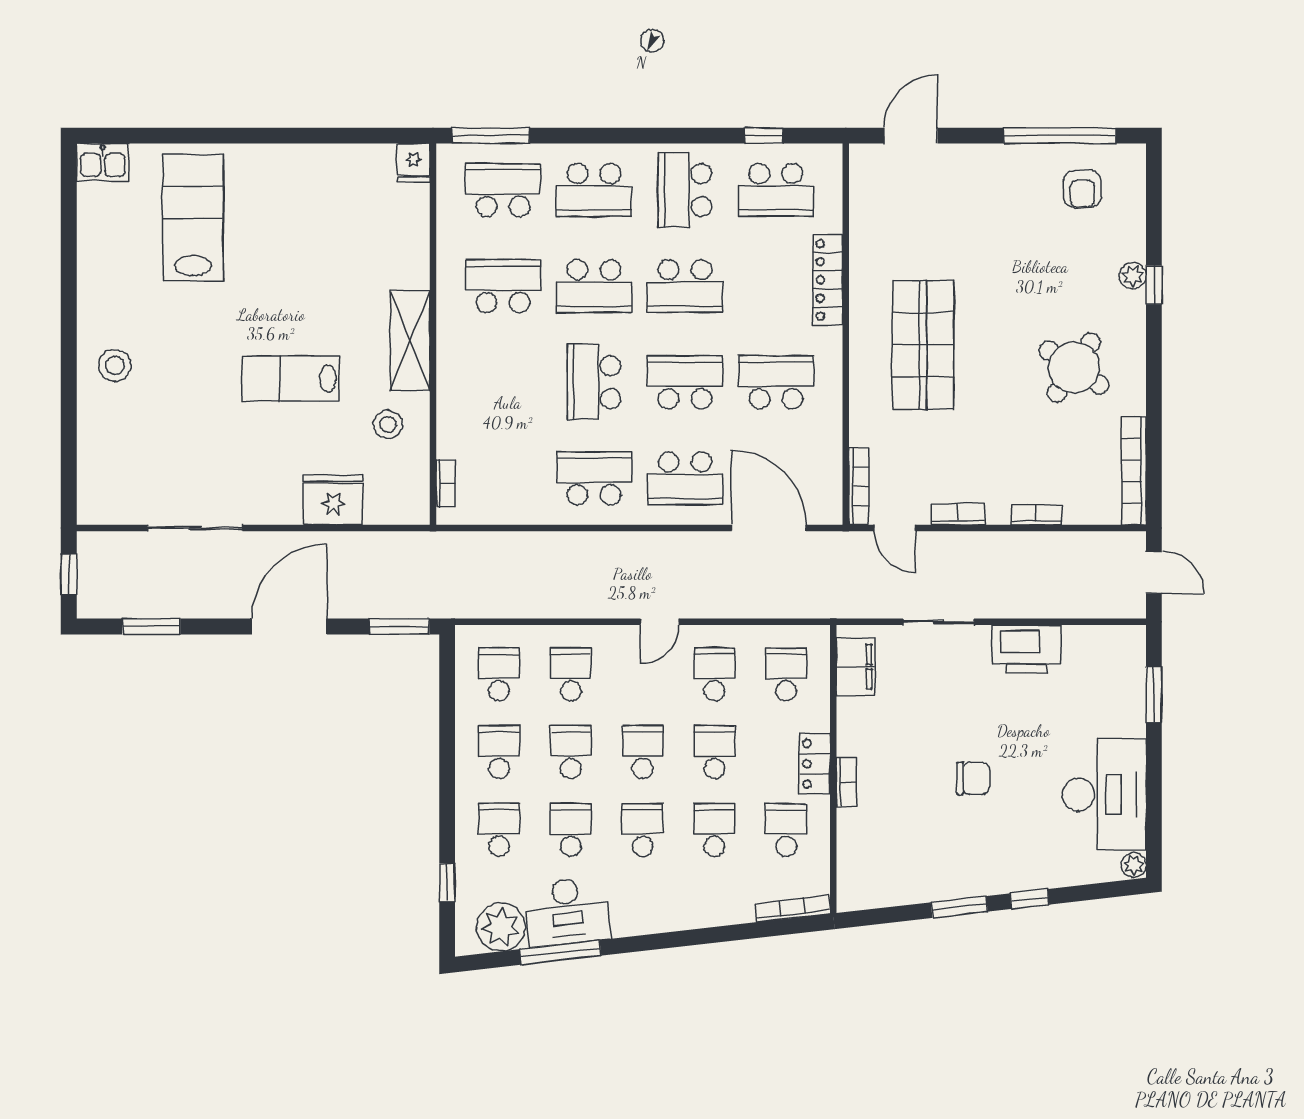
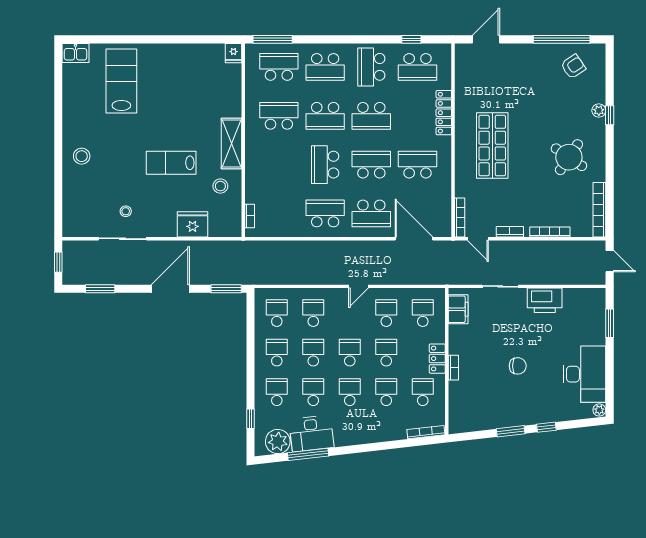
armchair: (1082, 189) -> (573, 66), turned -124
stool: (202, 474) -> (126, 211), added
bookcase: (1036, 515) -> (550, 232), width x1.56

